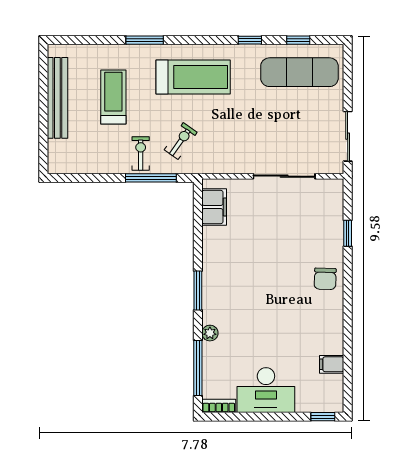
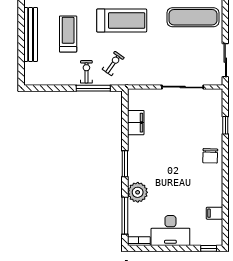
filing cabinet: (214, 207) -> (136, 123), moved
plant: (210, 333) -> (138, 192), width x1.88, depth x1.88

